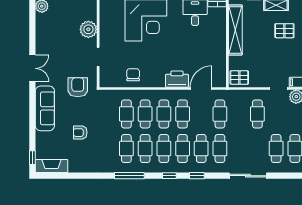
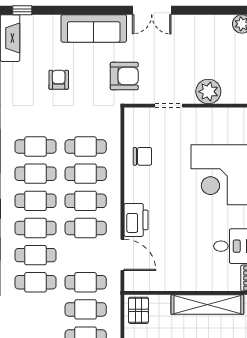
cafe table: (239, 114) -> (86, 309), added

